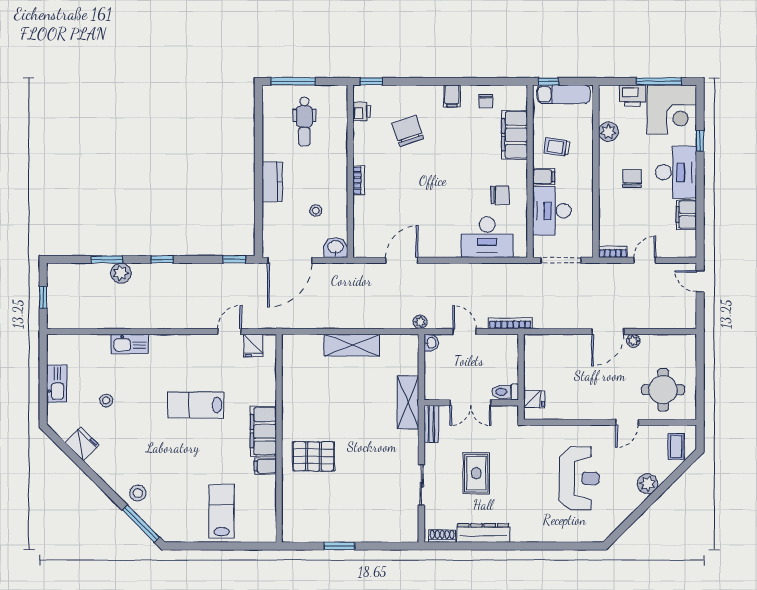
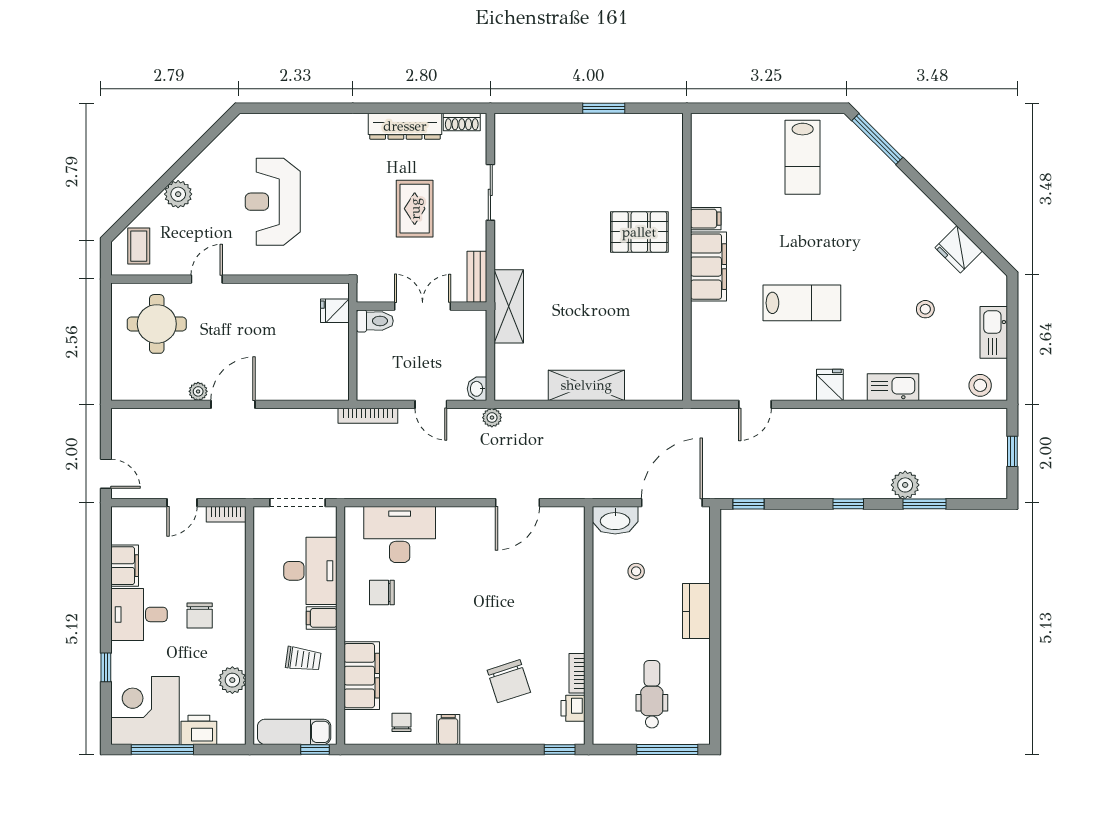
desk: (676, 172) -> (139, 614), width x0.73
bookcase: (359, 180) -> (577, 673), moved
washbasin: (336, 248) -> (615, 520), width x1.38
fridge: (253, 346) -> (830, 385), moved
stool: (138, 493) -> (980, 385), moved
lab bench: (222, 511) -> (803, 157), moved

